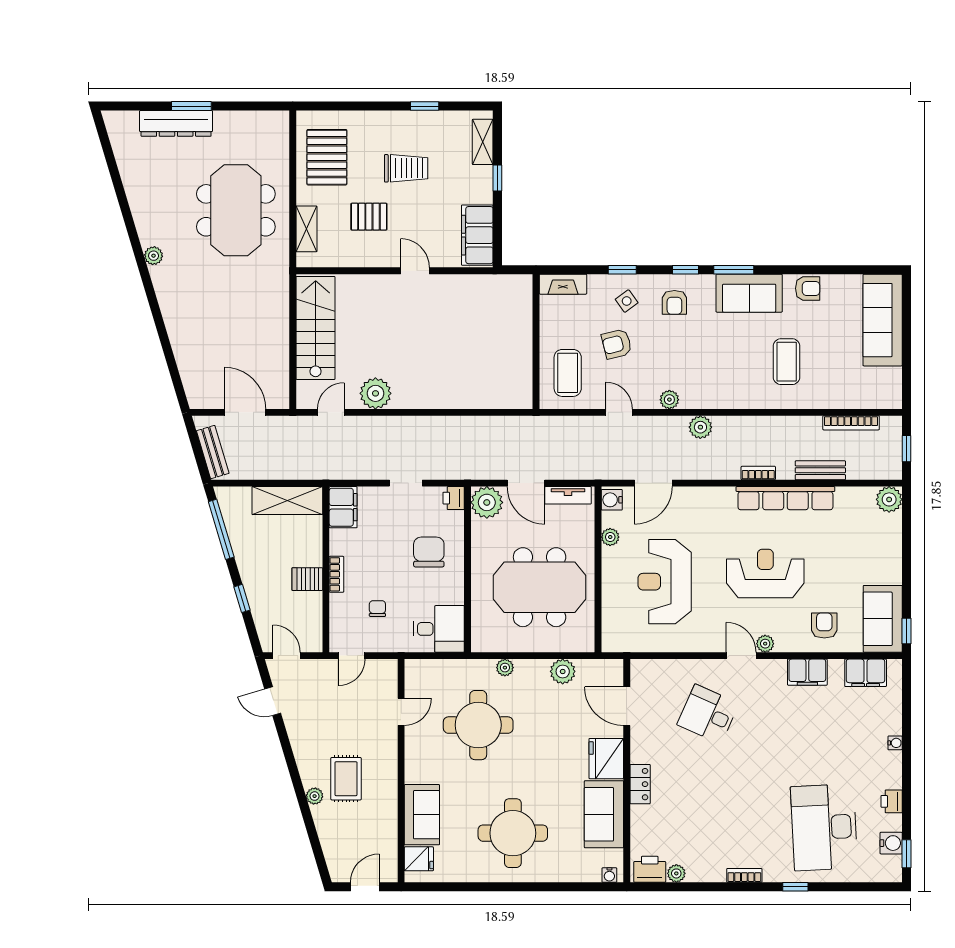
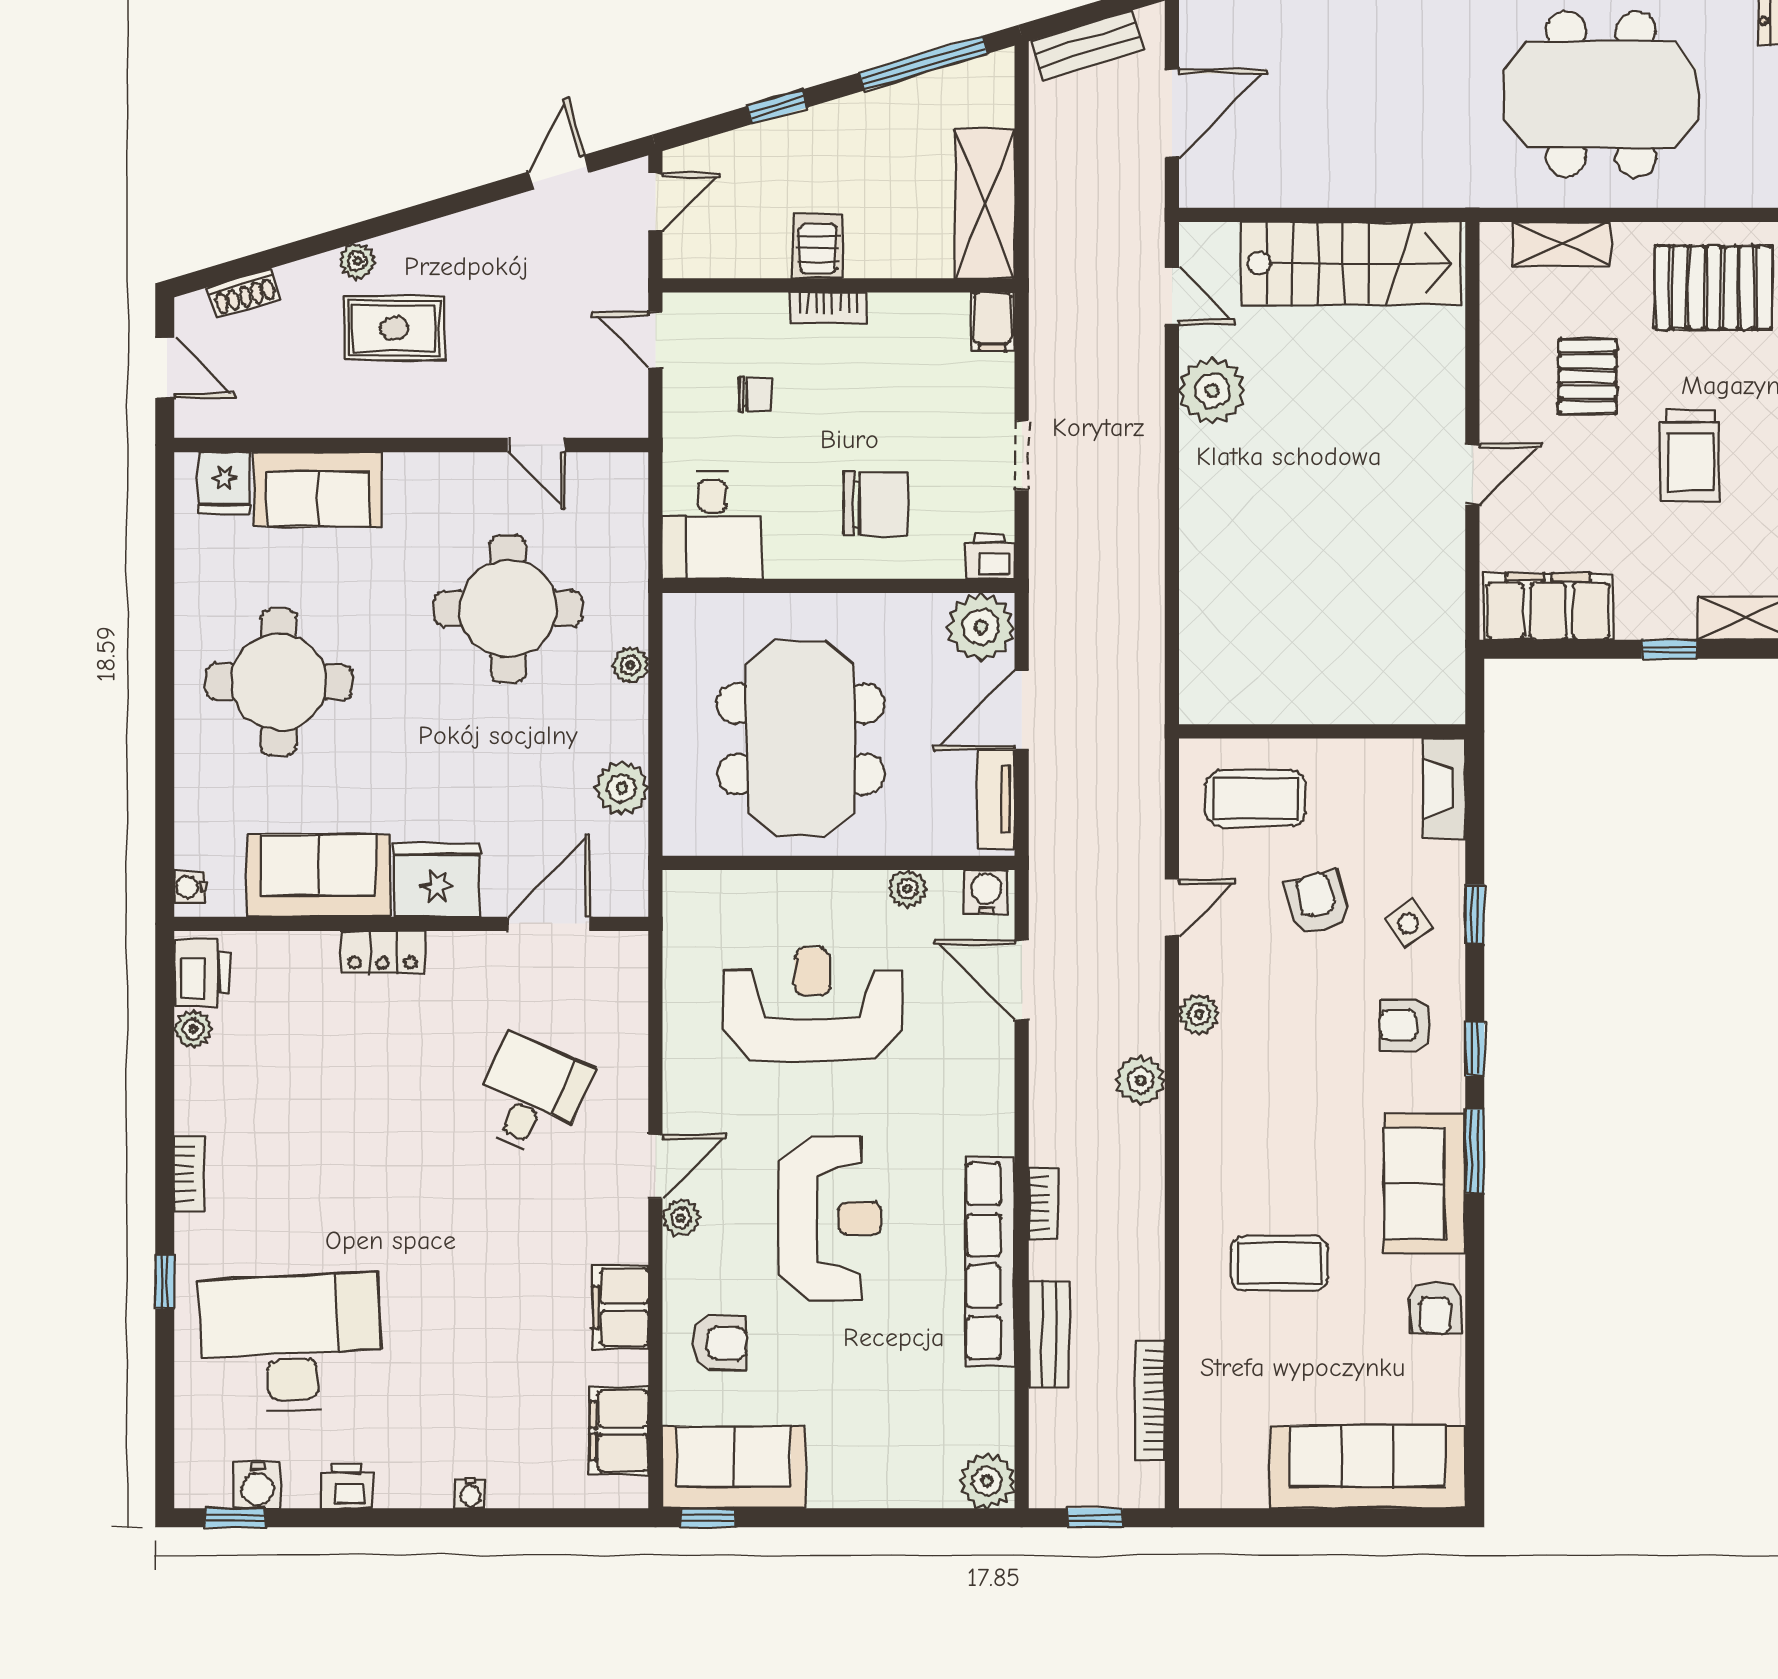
filing cabinet: (343, 507) -> (993, 322), width x0.50
shoe rack: (330, 849) -> (244, 293), added

